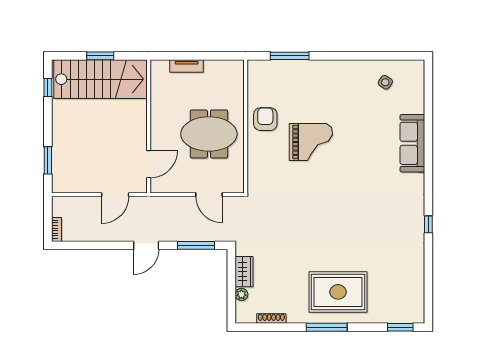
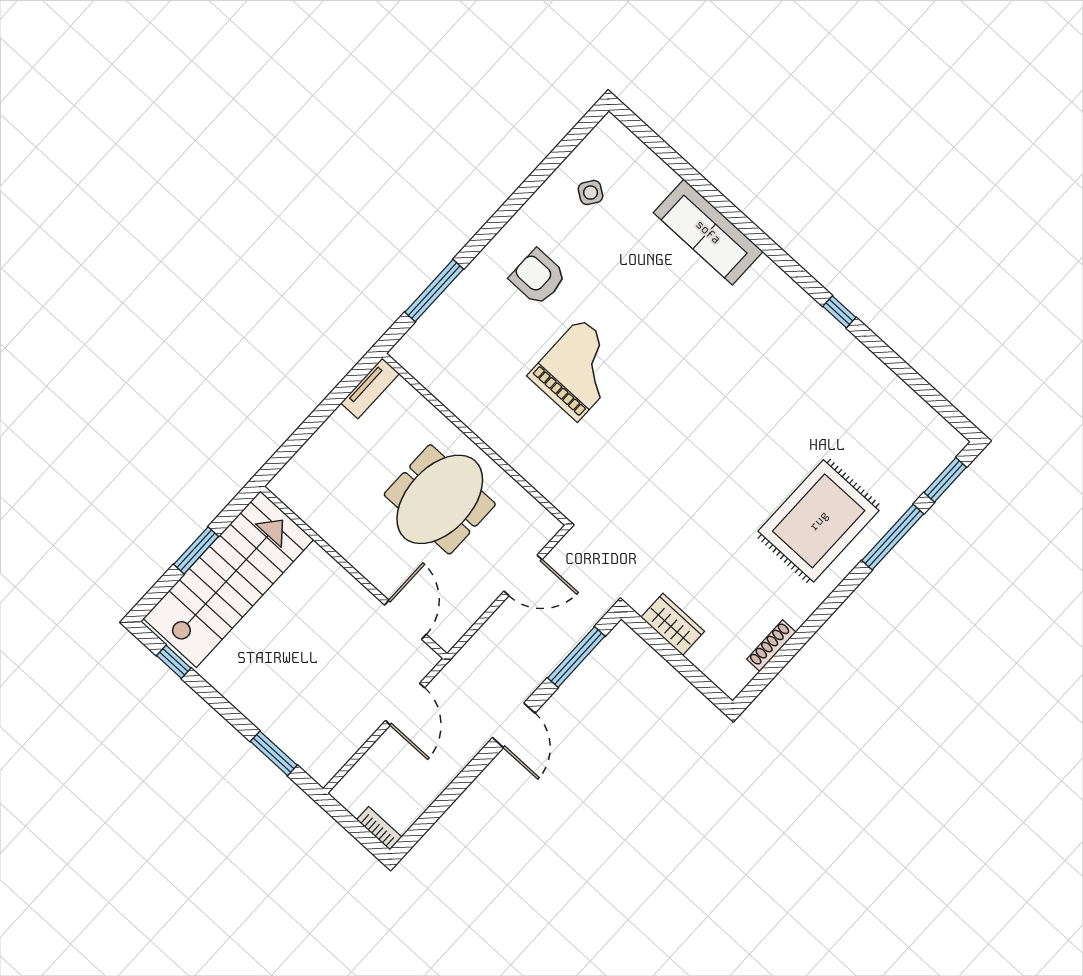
tv unit: (187, 66) -> (370, 388), moved
armchair: (265, 119) -> (538, 277), moved
plant: (241, 294) -> (701, 656), removed
window: (327, 327) -> (893, 537), moved

